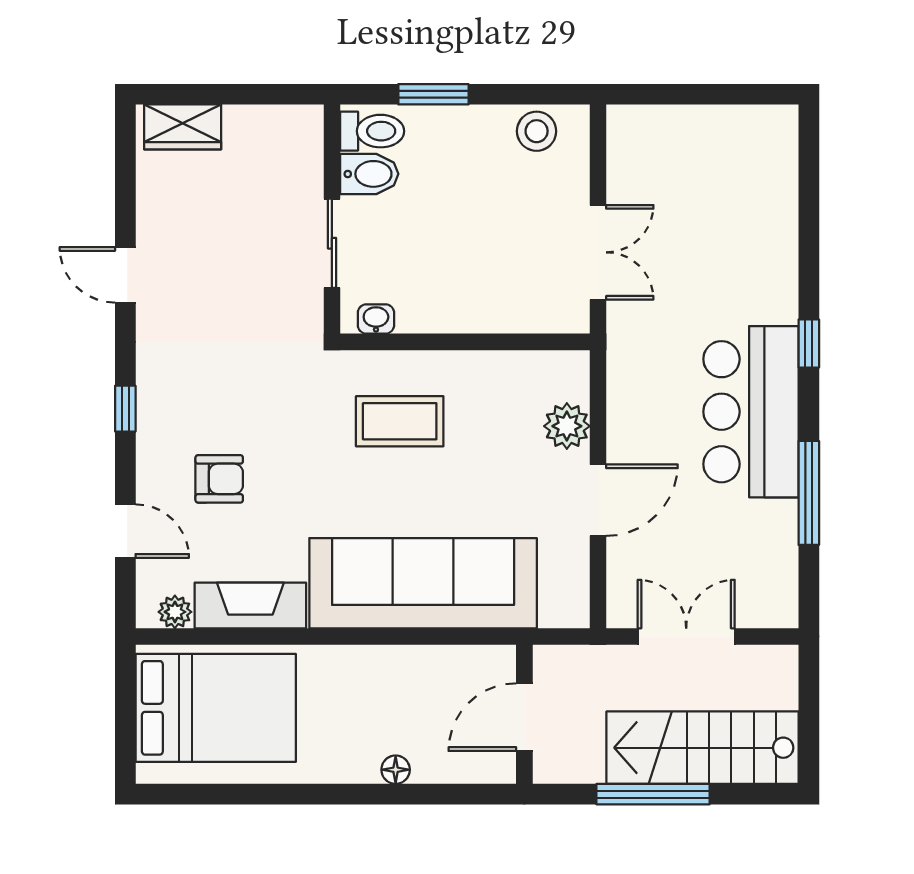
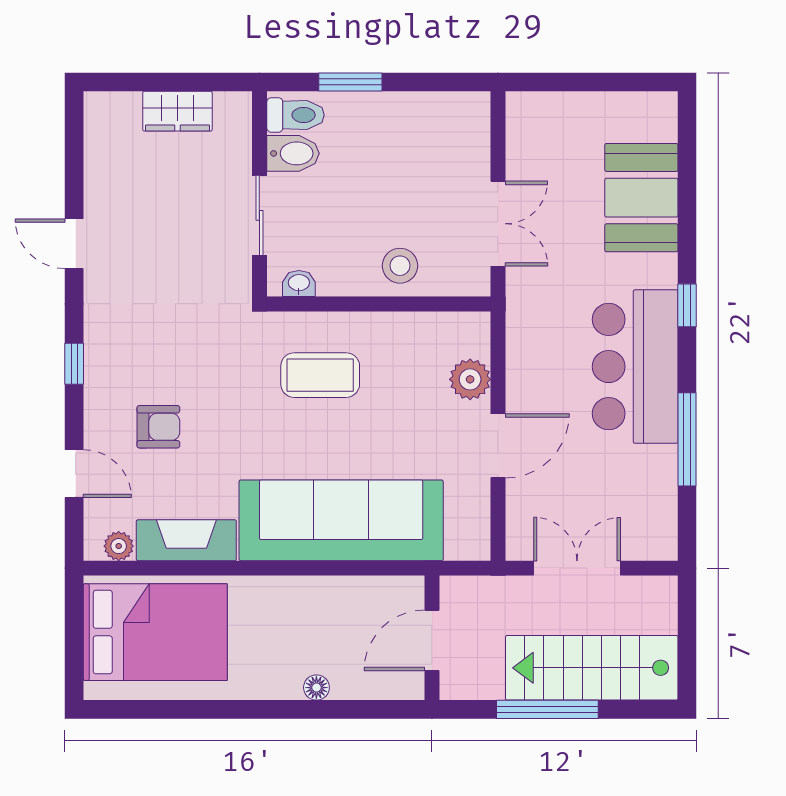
wardrobe: (183, 127) -> (177, 111), moved
stool: (537, 131) -> (400, 266), moved
booth: (758, 223) -> (641, 198), added

